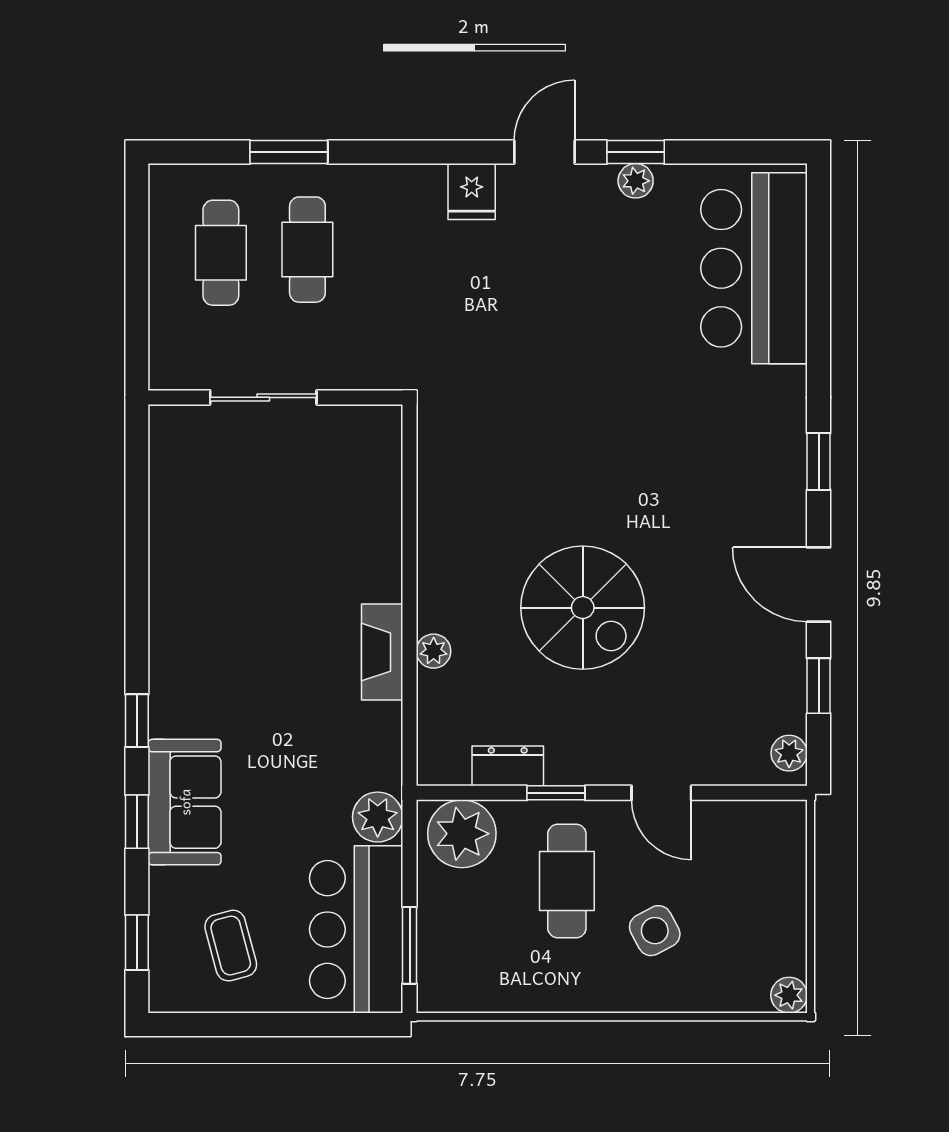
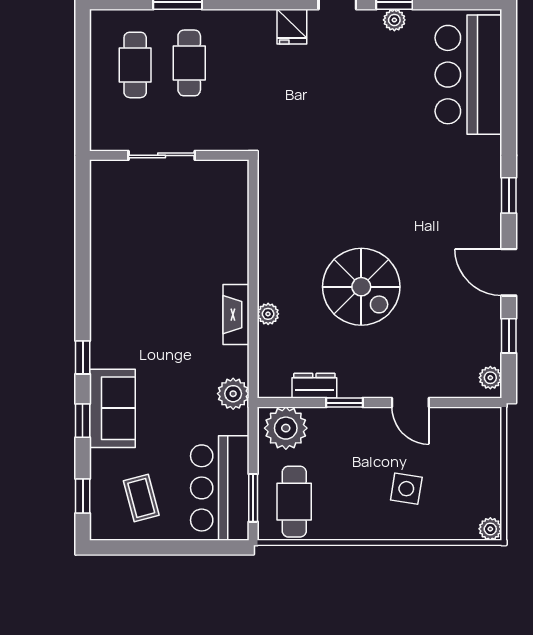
plant: (378, 817) -> (233, 394), moved
cafe table: (567, 881) -> (294, 502), moved
side table: (655, 931) -> (406, 489), turned 37

